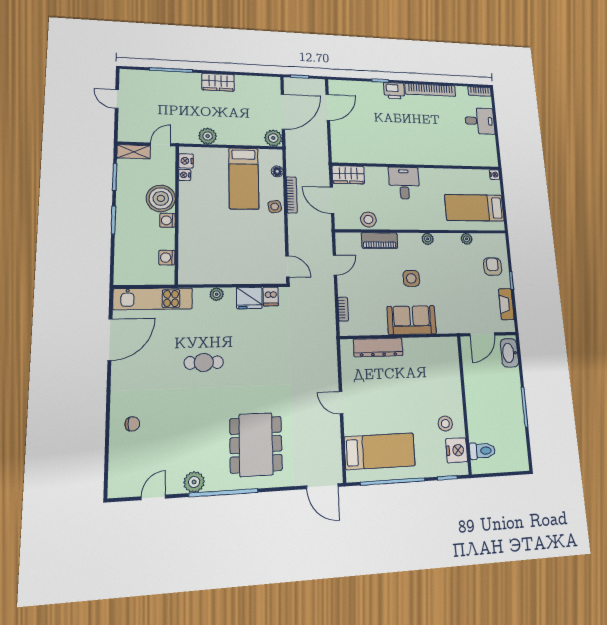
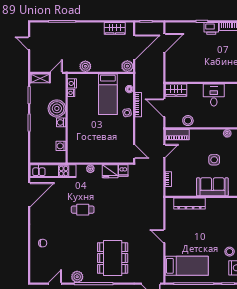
wardrobe: (218, 82) -> (115, 28), moved
piano: (380, 240) -> (177, 135), moved

